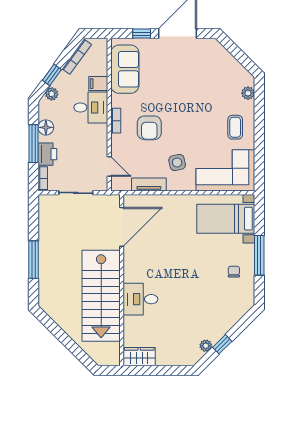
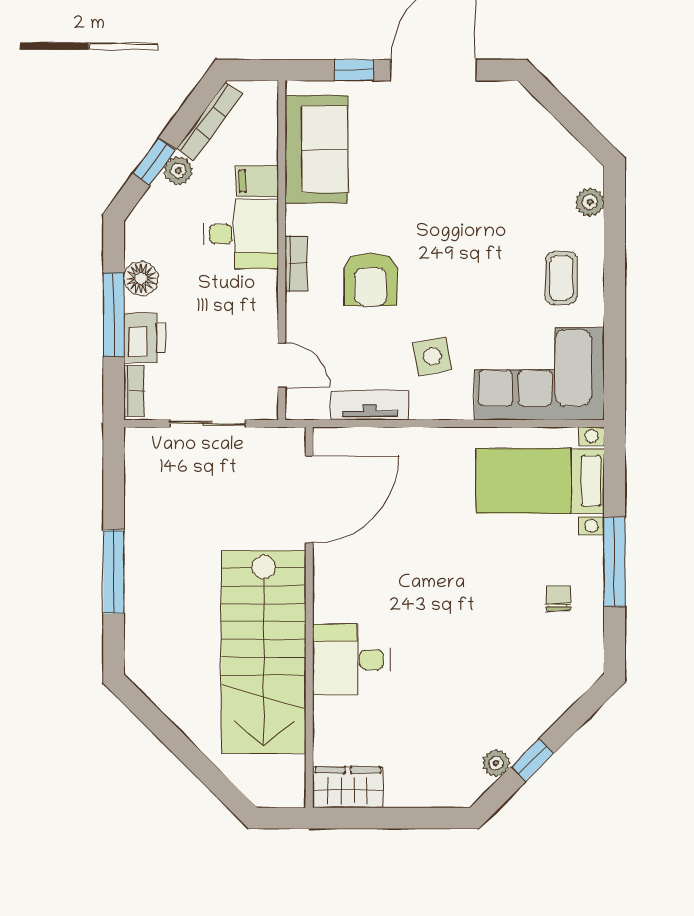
plant: (52, 94) -> (178, 171), moved

